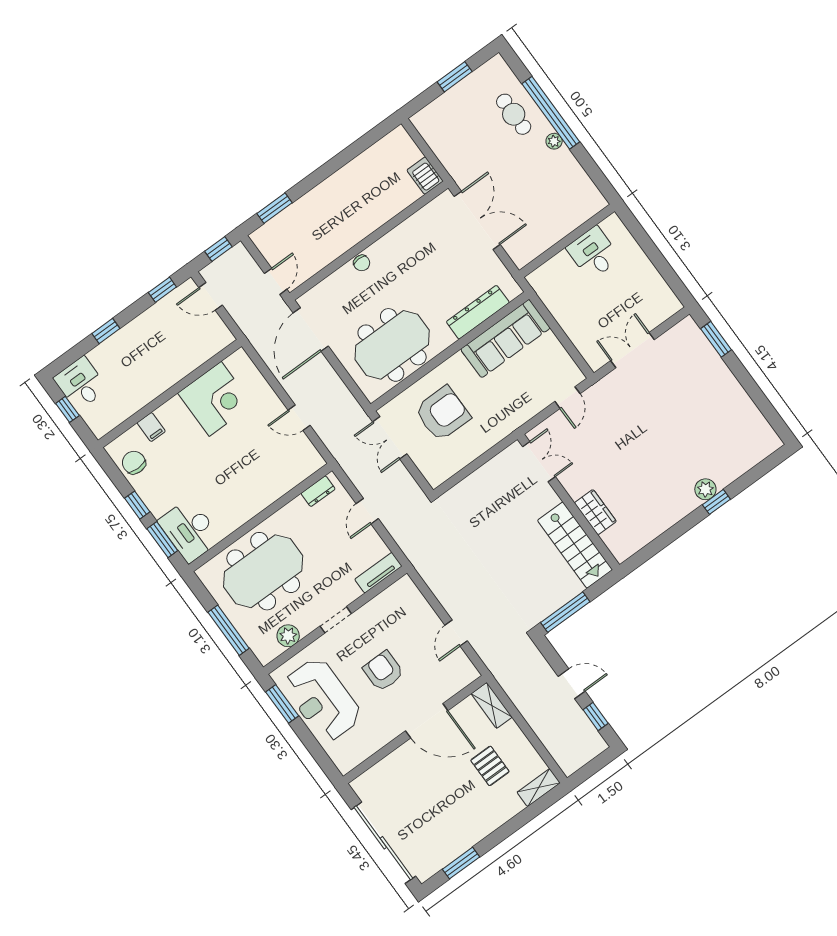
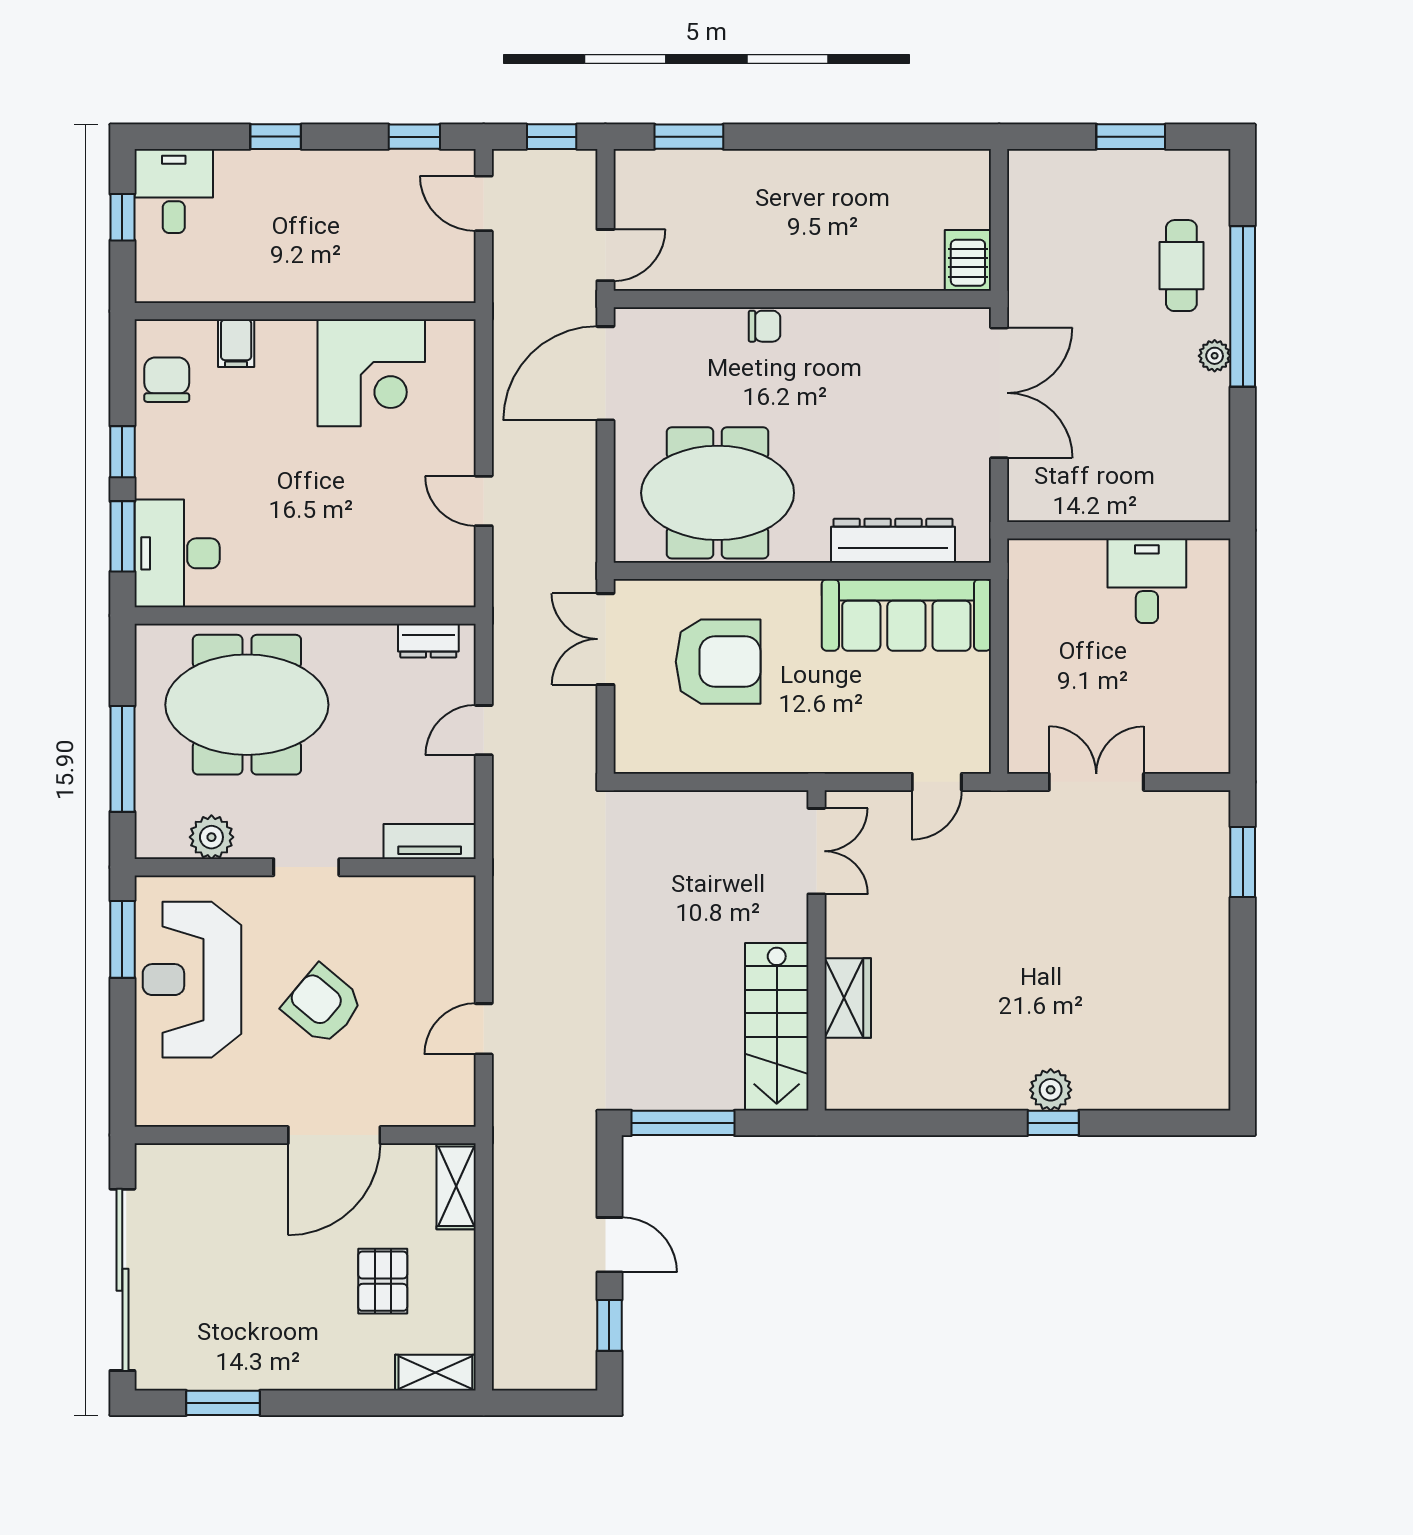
chair: (362, 263) -> (765, 326), turned -90
armchair: (383, 671) -> (323, 1005), turned -50
door: (427, 721) -> (334, 1135), hinge flipped

